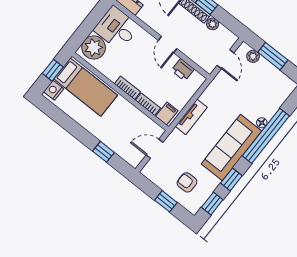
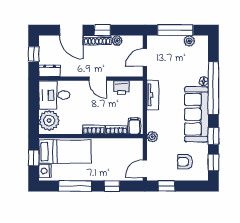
plant: (253, 56) -> (189, 41), moved
window: (273, 56) -> (175, 30), width x1.44
door: (226, 59) -> (145, 58), swing flipped
tv unit: (191, 117) -> (153, 95), moved
window: (70, 125) -> (75, 186), added
plant: (175, 136) -> (152, 137), added
door: (155, 149) -> (145, 169), moved
window: (166, 201) -> (167, 186), moved

